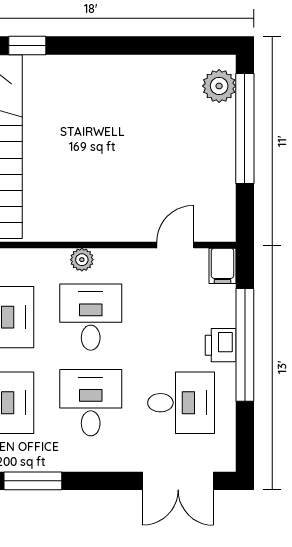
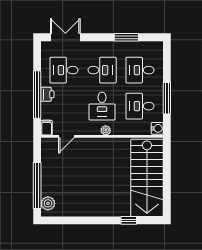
desk: (91, 403) -> (102, 70), turned -90

